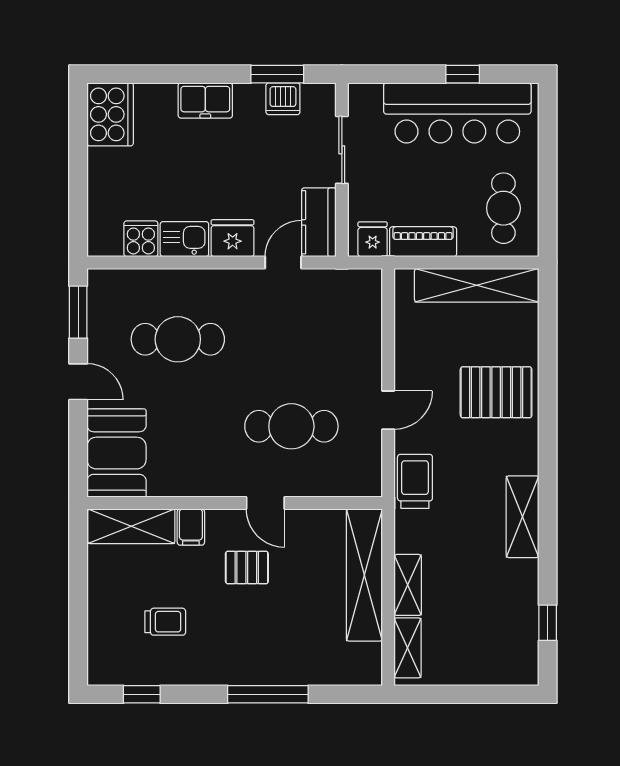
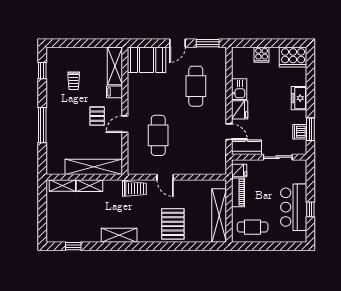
bar counter: (457, 113) -> (294, 207), width x0.73
cooker: (141, 239) -> (262, 55), moved, turned 90

